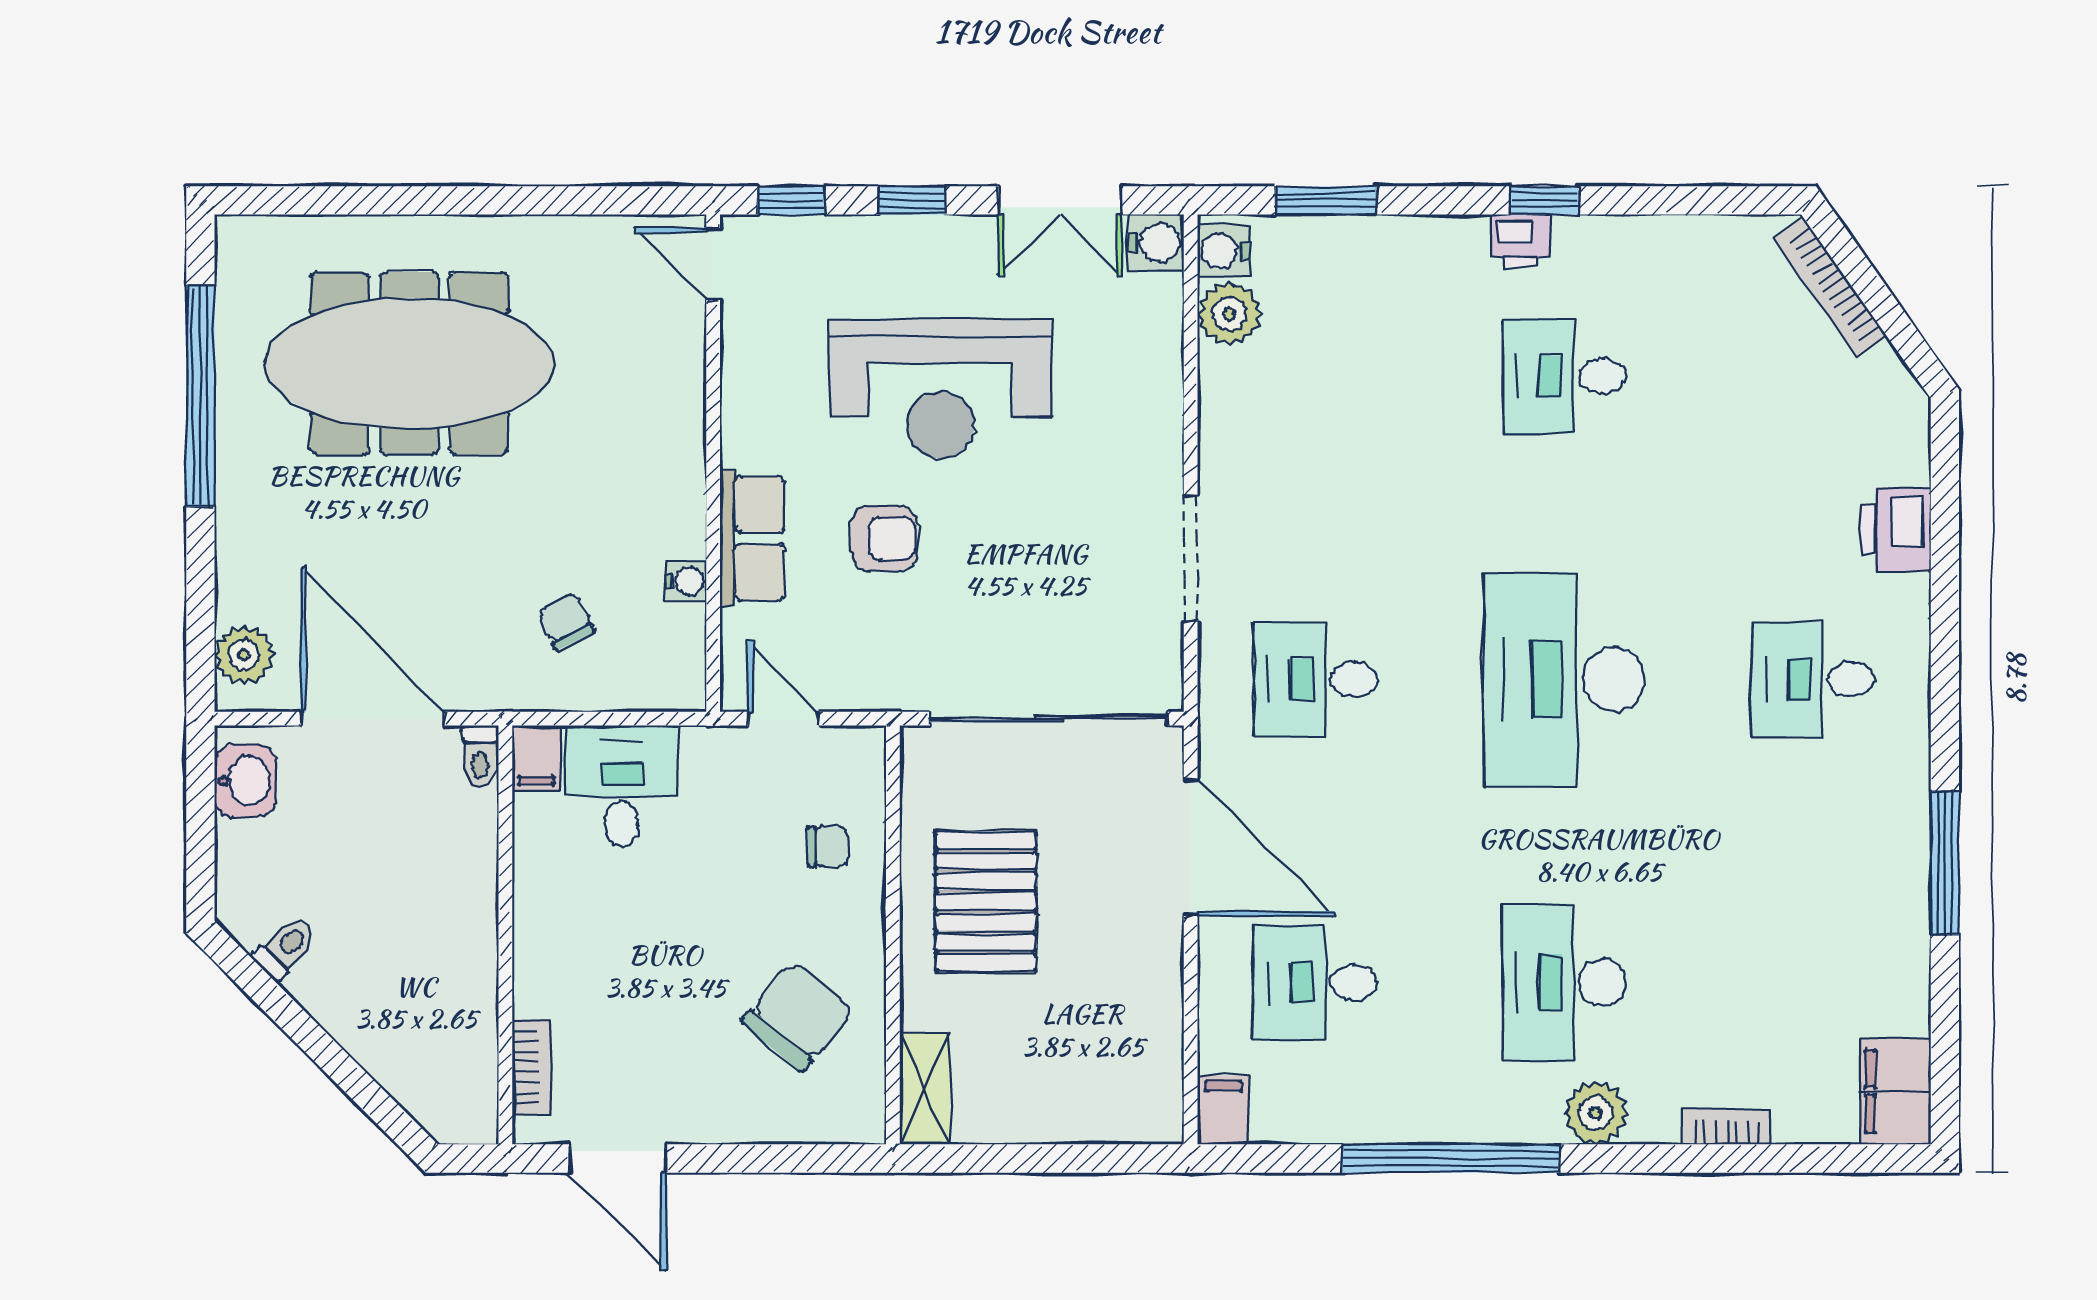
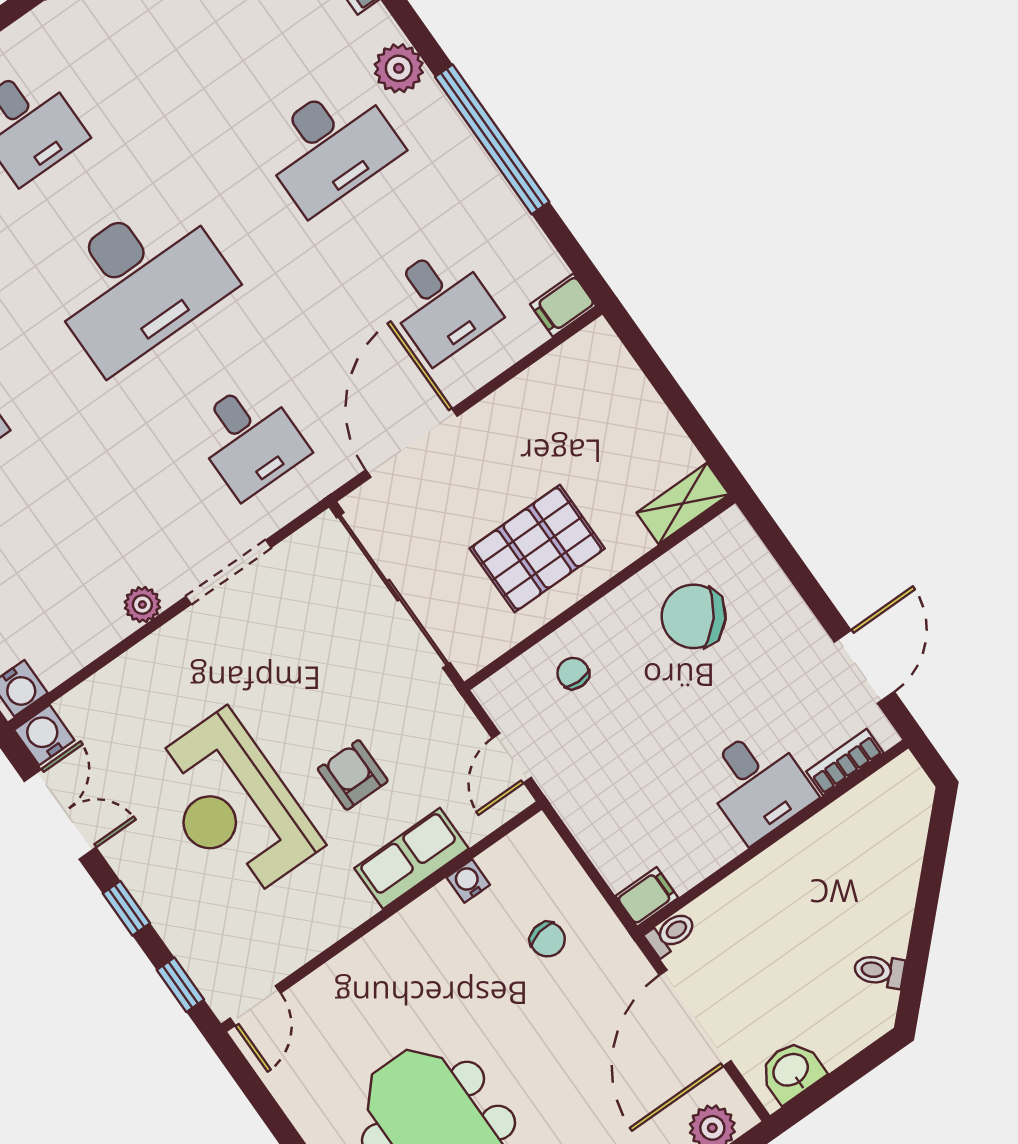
plant: (1229, 314) -> (142, 605), moved, width x0.73, depth x0.73
reception desk: (941, 389) -> (233, 806), turned 180
chair: (566, 621) -> (547, 939), turned -76
desk: (622, 786) -> (757, 784), moved, turned -90

